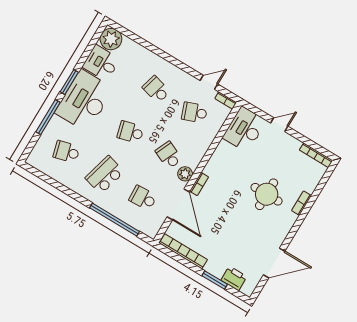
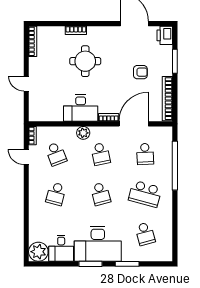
window: (48, 117) -> (127, 264), width x0.69
desk: (244, 129) -> (81, 108), moved
school desk: (169, 155) -> (101, 154), turned -36
plant: (185, 174) -> (83, 133), moved
armchair: (224, 241) -> (140, 72), added
printer: (234, 278) -> (165, 35), moved

